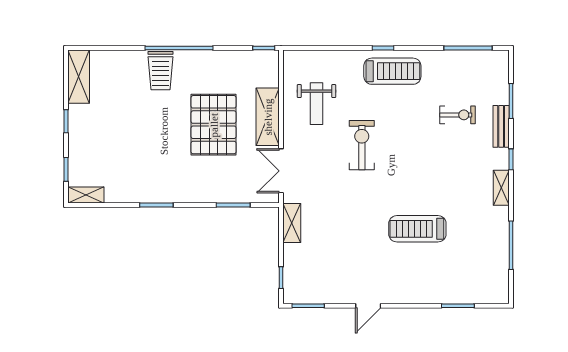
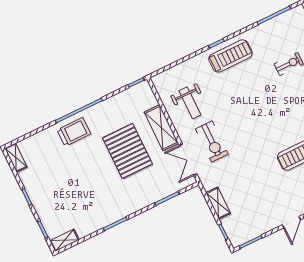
trolley: (160, 71) -> (74, 132), turned -90
shelving: (79, 77) -> (16, 158), width x0.67, depth x0.75
exercise bike: (362, 145) -> (212, 141), moved, turned 180
shelving: (292, 223) -> (218, 203), moved

